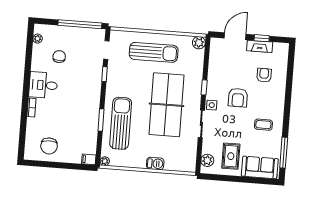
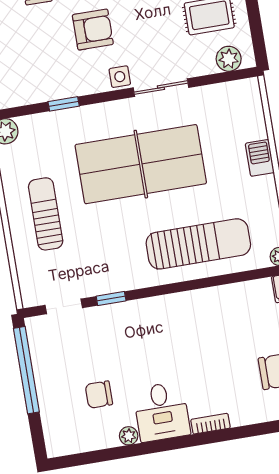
plant: (38, 39) -> (129, 436), moved
sun lounger: (154, 52) -> (46, 214), width x0.73, depth x0.75
window: (204, 87) -> (64, 104), moved
window: (101, 120) -> (201, 283), removed
sun lounger: (121, 123) -> (198, 244), turned 180

